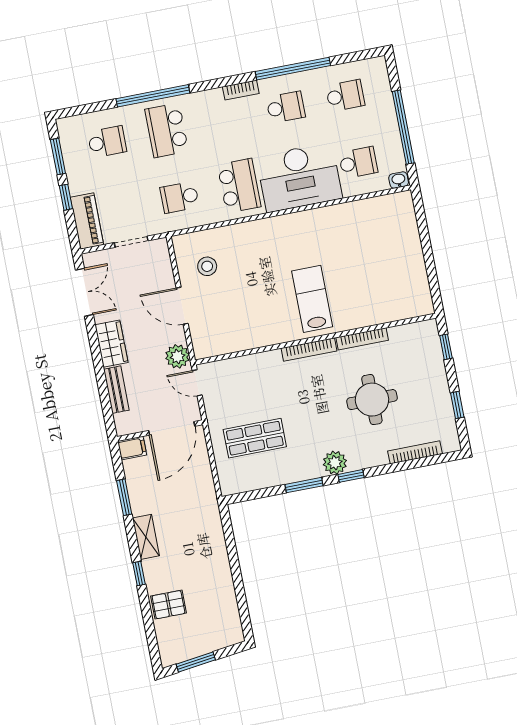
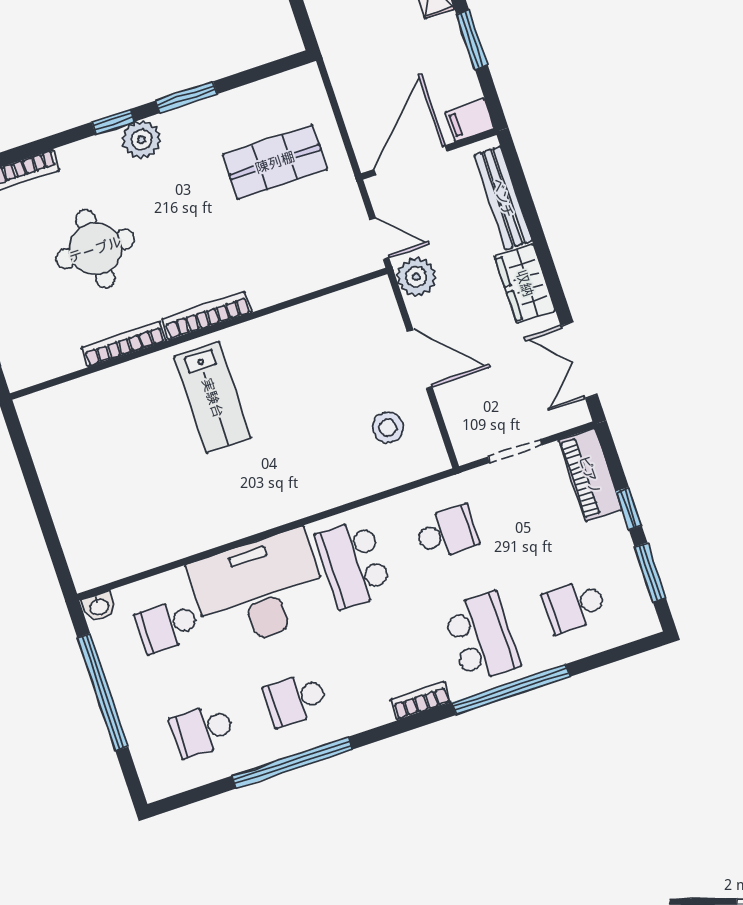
bookcase: (241, 90) -> (421, 701), moved
bench: (116, 390) -> (503, 198), width x1.36

